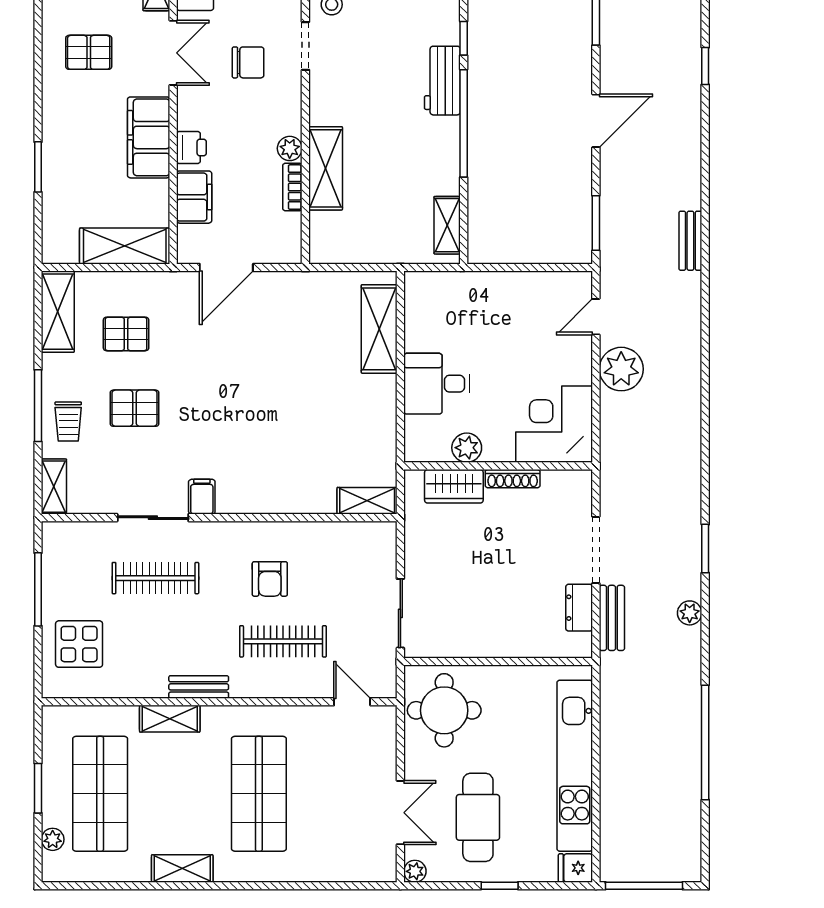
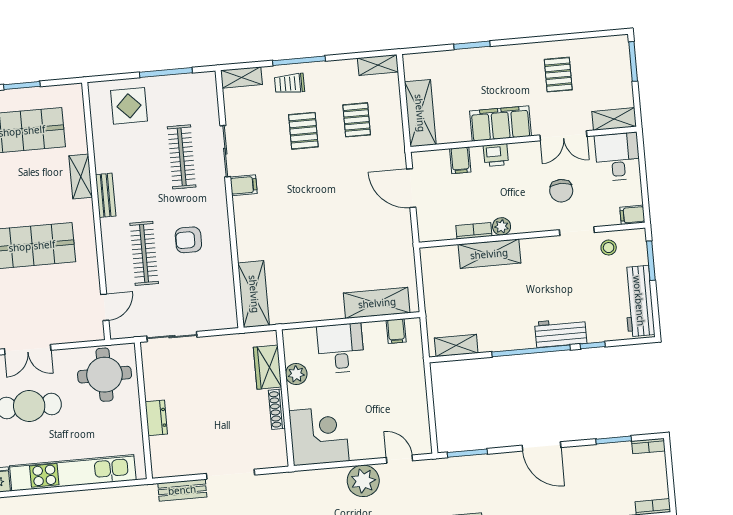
filing cabinet: (194, 197) -> (460, 160), width x0.50
filing cabinet: (420, 306) -> (396, 331), added
shelving: (58, 312) -> (378, 65), width x0.67, depth x0.75
shelving: (367, 501) -> (254, 294), width x1.50, depth x1.33
dresser: (579, 608) -> (156, 418), moved, turned 90

